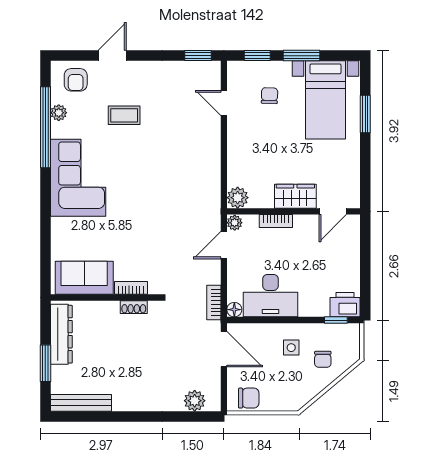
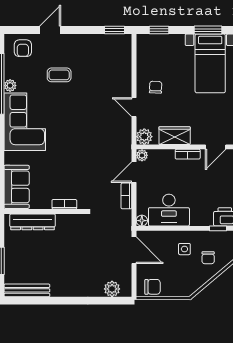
window: (302, 56) -> (208, 30), moved
chair: (269, 96) -> (156, 87), moved
door: (224, 103) -> (134, 107), moved
plant: (59, 113) -> (10, 86), moved
wardrobe: (295, 196) -> (175, 136), moved
bookcase: (276, 221) -> (188, 154), moved
sofa: (84, 278) -> (17, 187), moved, turned 90
bookcase: (214, 302) -> (126, 196), moved
shoe rack: (134, 307) -> (66, 219), removed
dresser: (61, 334) -> (33, 222), moved, turned 90

